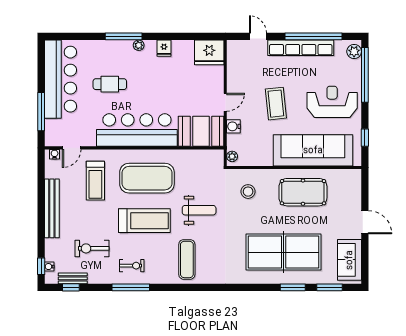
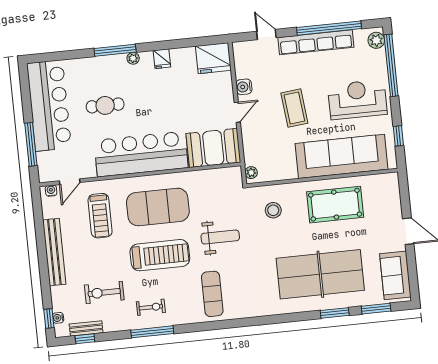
water cooler: (233, 126) -> (244, 87), moved

